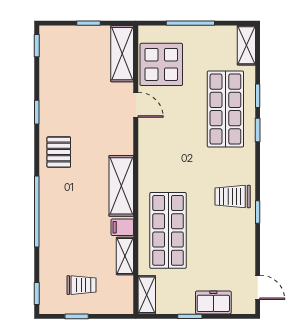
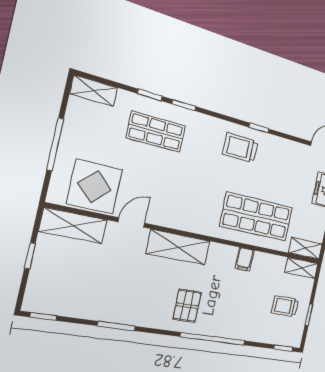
shop shelf: (225, 109) -> (156, 132), width x0.70, depth x0.74
window: (37, 112) -> (116, 326), width x1.50
pallet: (59, 152) -> (187, 306), moved, turned 90
shelving: (121, 186) -> (178, 247), moved
trolley: (233, 197) -> (240, 148), turned 90
shelving: (125, 256) -> (301, 268), moved
trolley: (81, 285) -> (285, 306), turned -90

